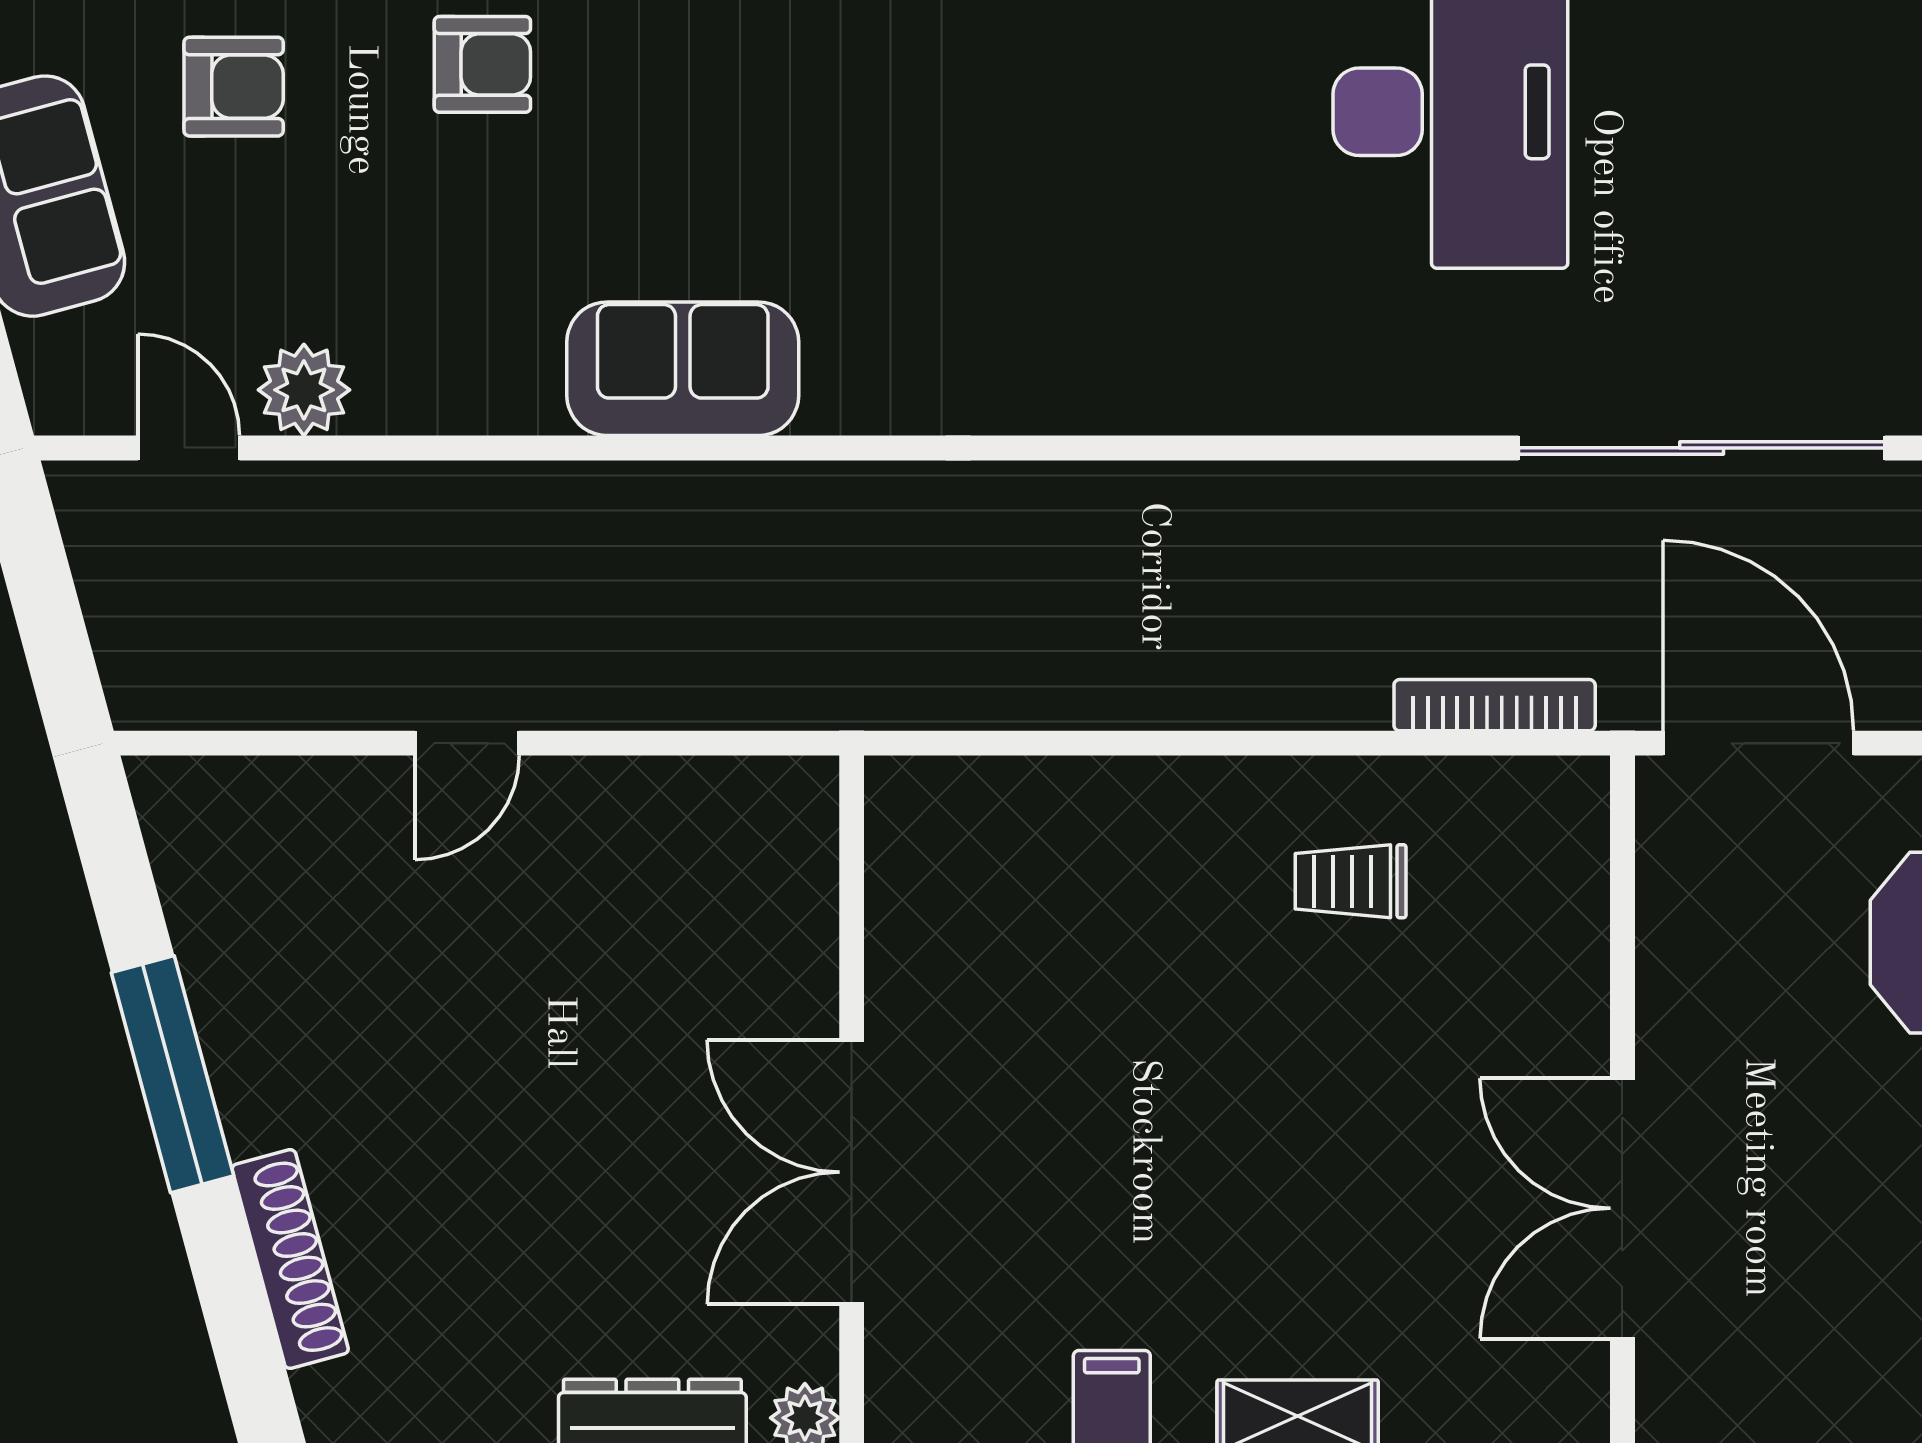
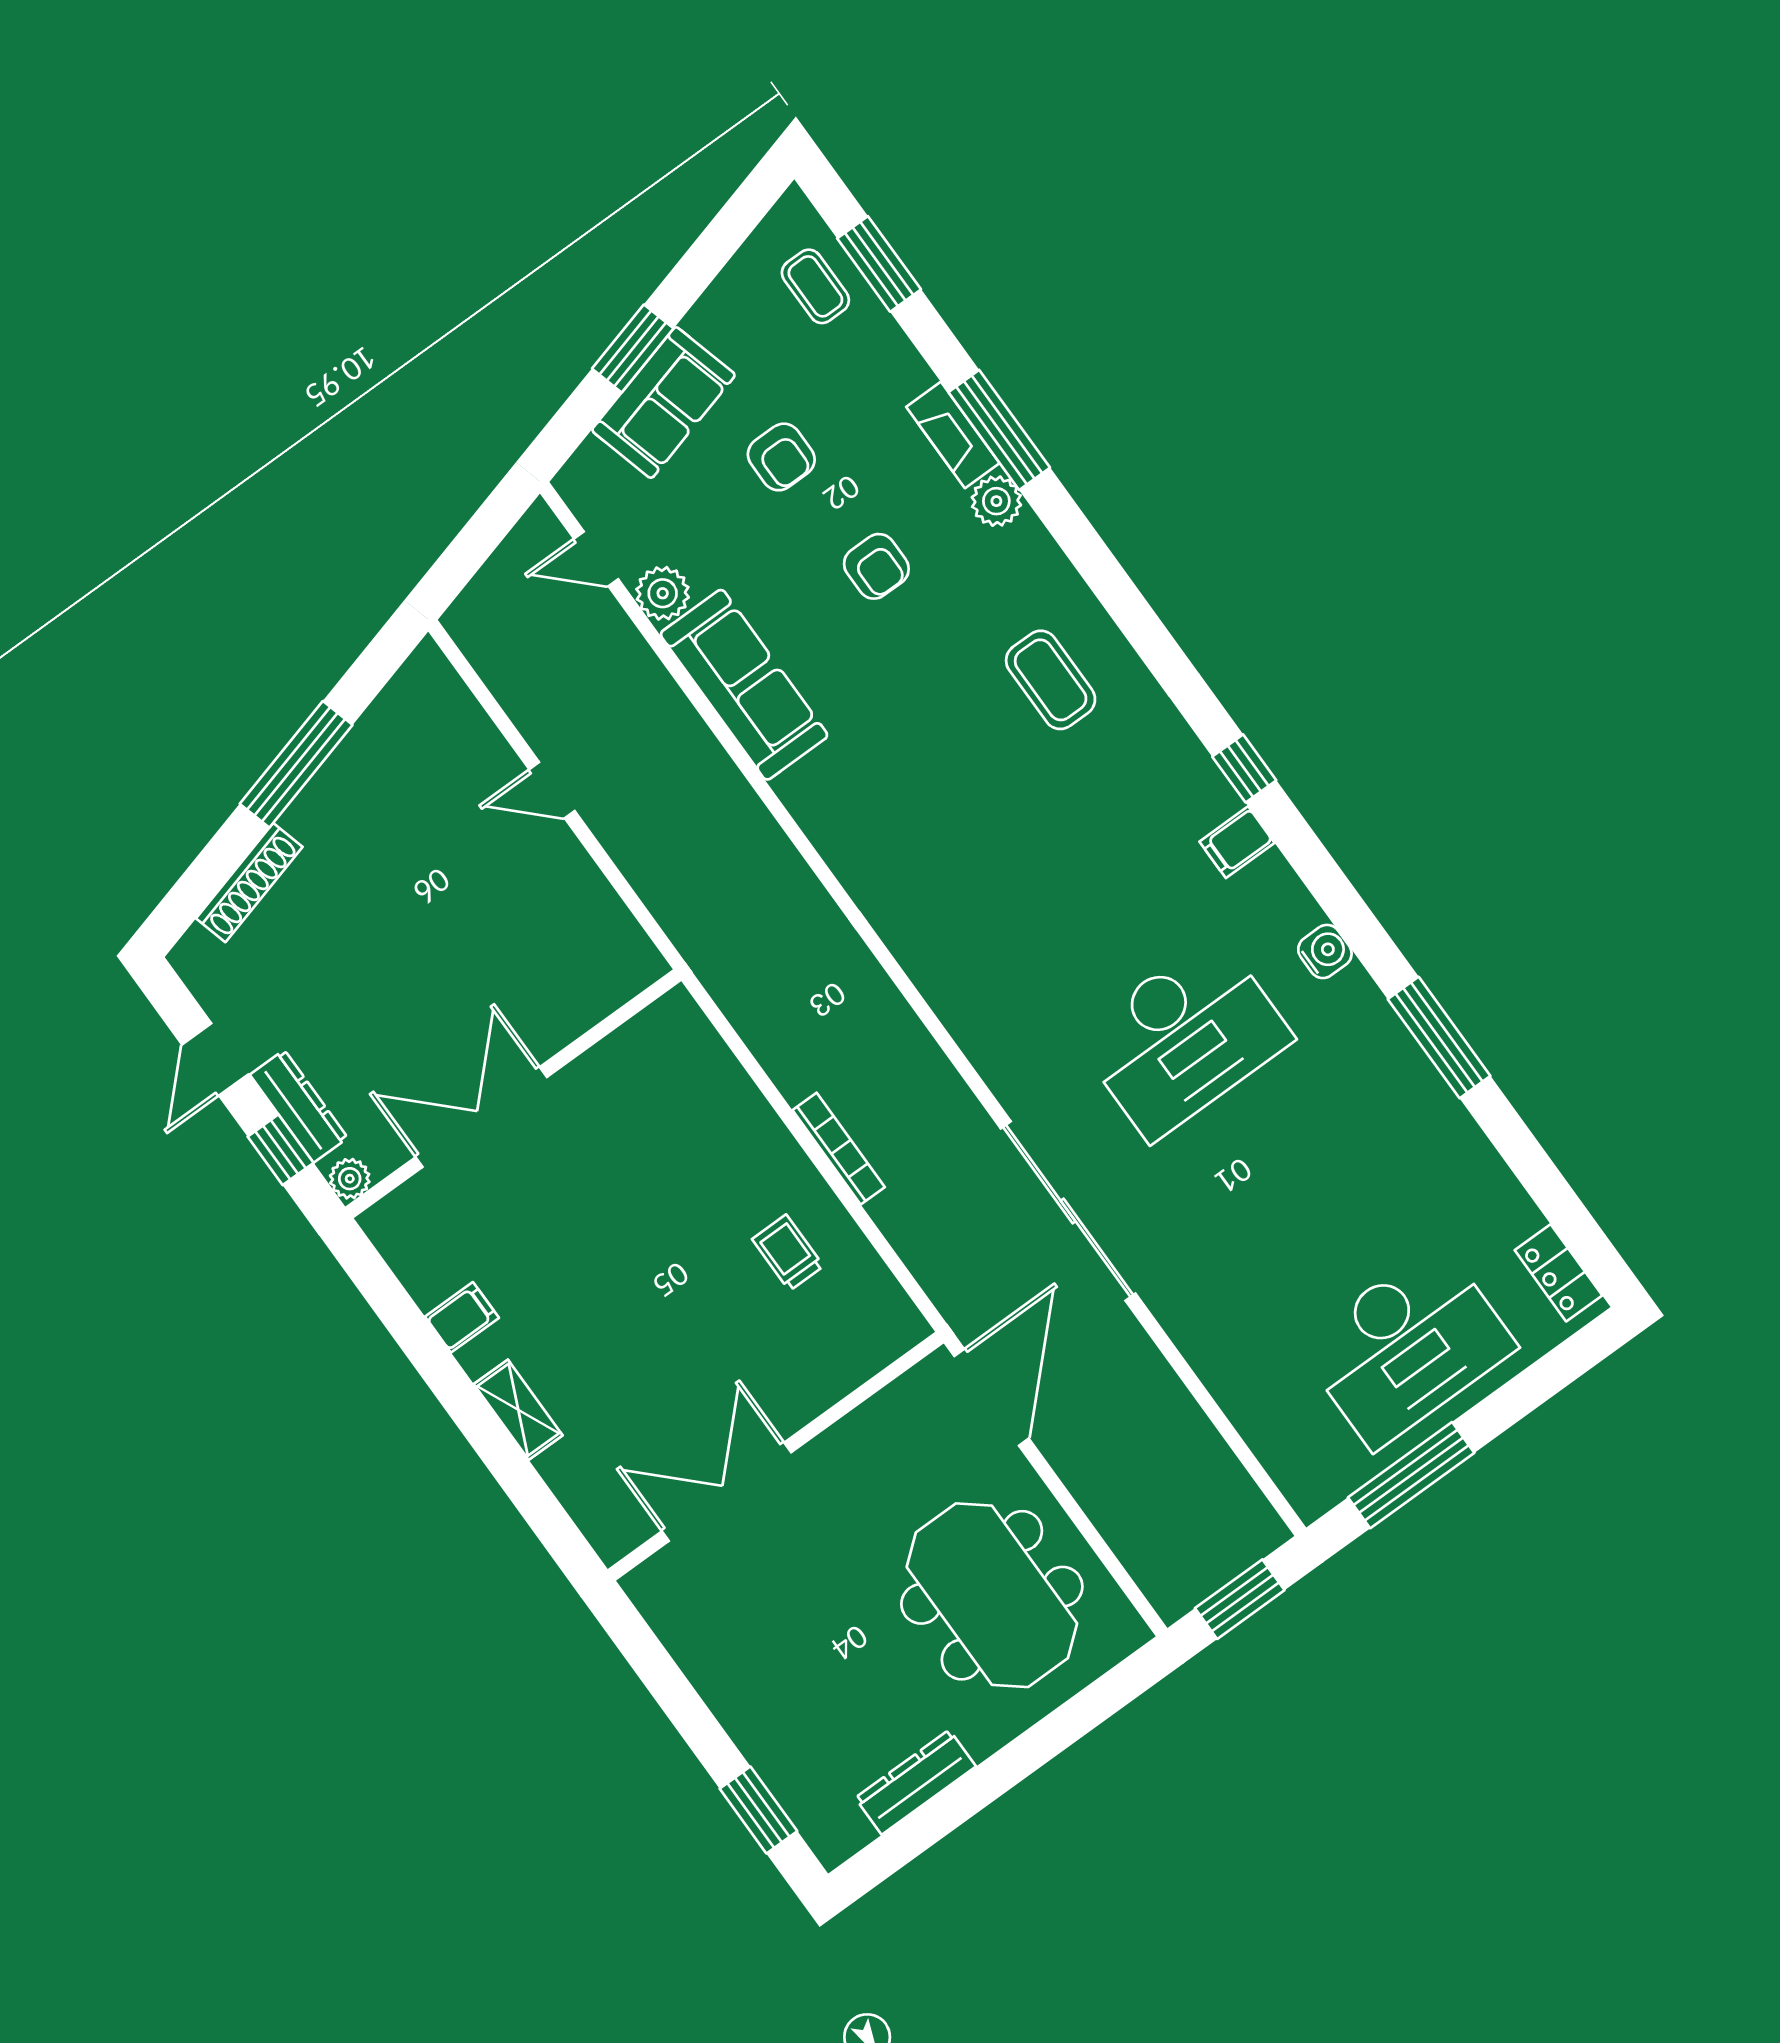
sofa: (683, 369) -> (744, 685), moved, width x1.36
door: (189, 448) -> (596, 559), swing flipped
sliding door: (1702, 448) -> (1068, 1211), moved
bookcase: (1495, 705) -> (839, 1149), moved

